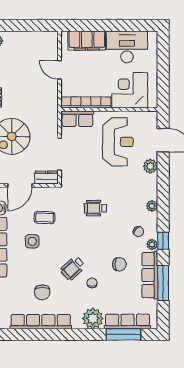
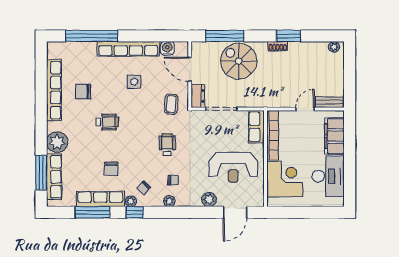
bench: (53, 45) -> (330, 102), added
coffee table: (45, 218) -> (171, 104), moved
wheelchair: (73, 268) -> (107, 122), turned 133
chair: (92, 283) -> (173, 180), moved

